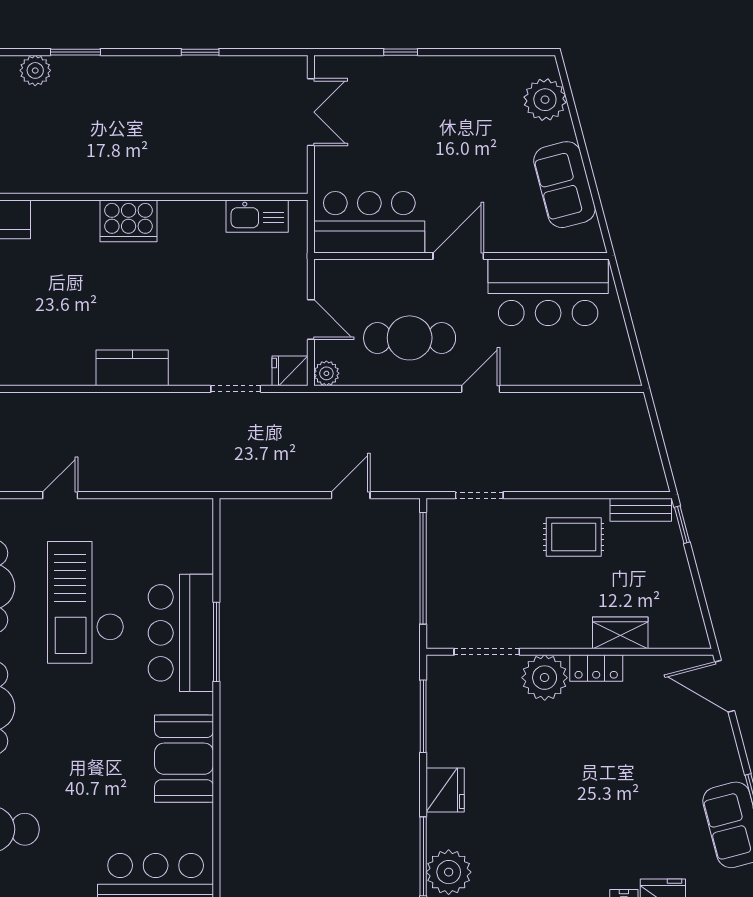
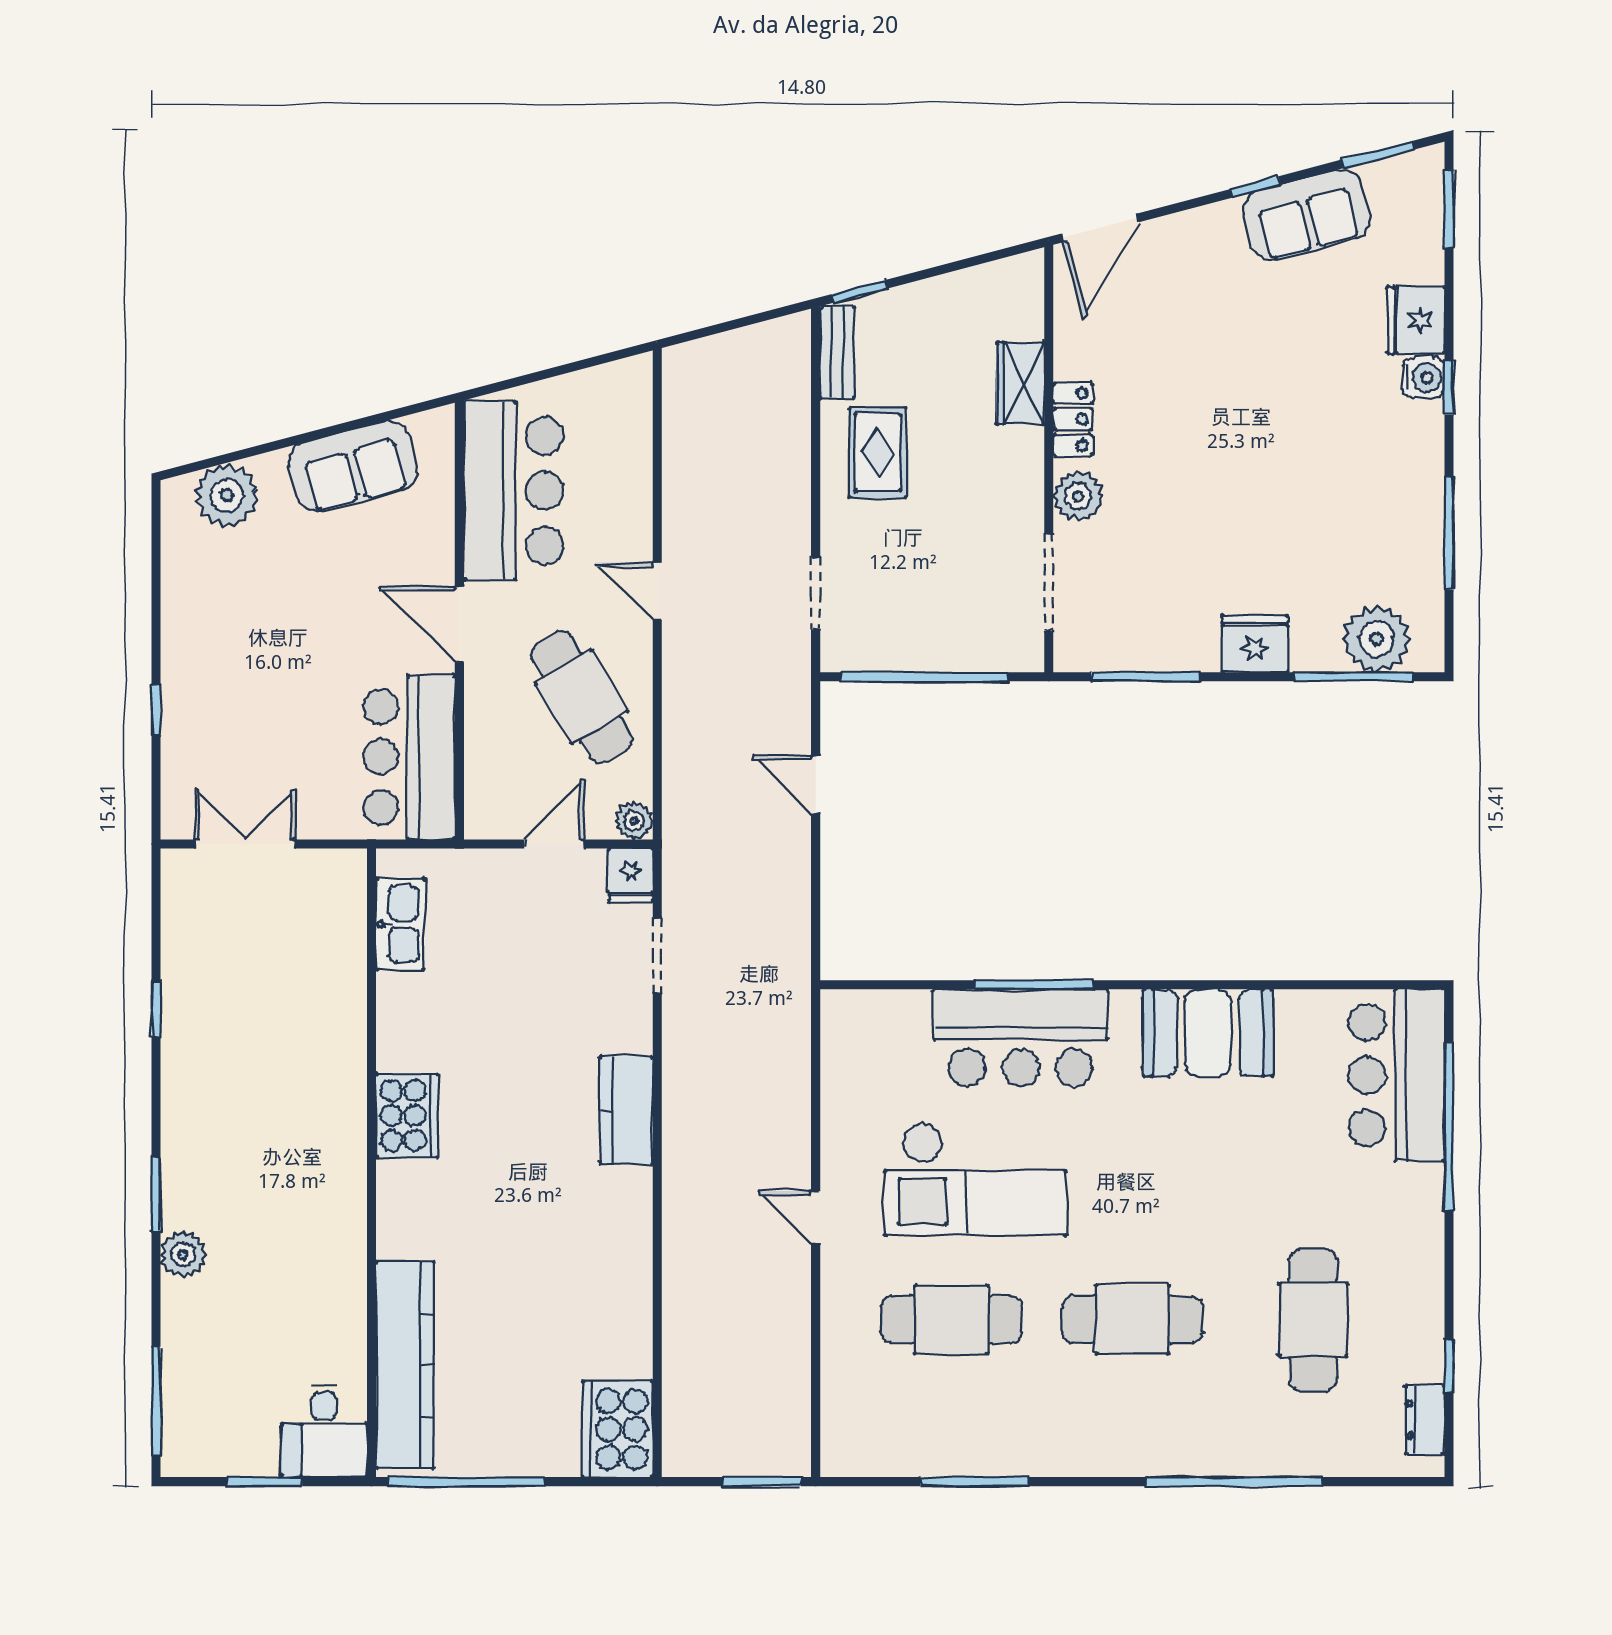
cafe table: (410, 338) -> (582, 697), turned -31
plant: (545, 678) -> (1078, 496), width x0.73, depth x0.73

